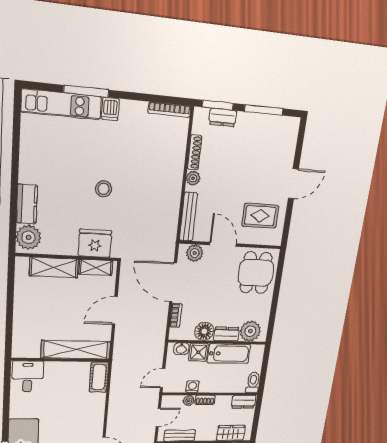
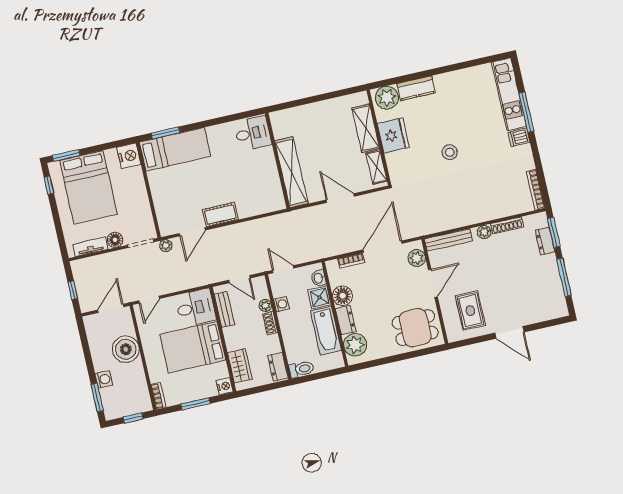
fridge: (95, 243) -> (393, 135), moved
cot: (99, 377) -> (220, 214), moved

